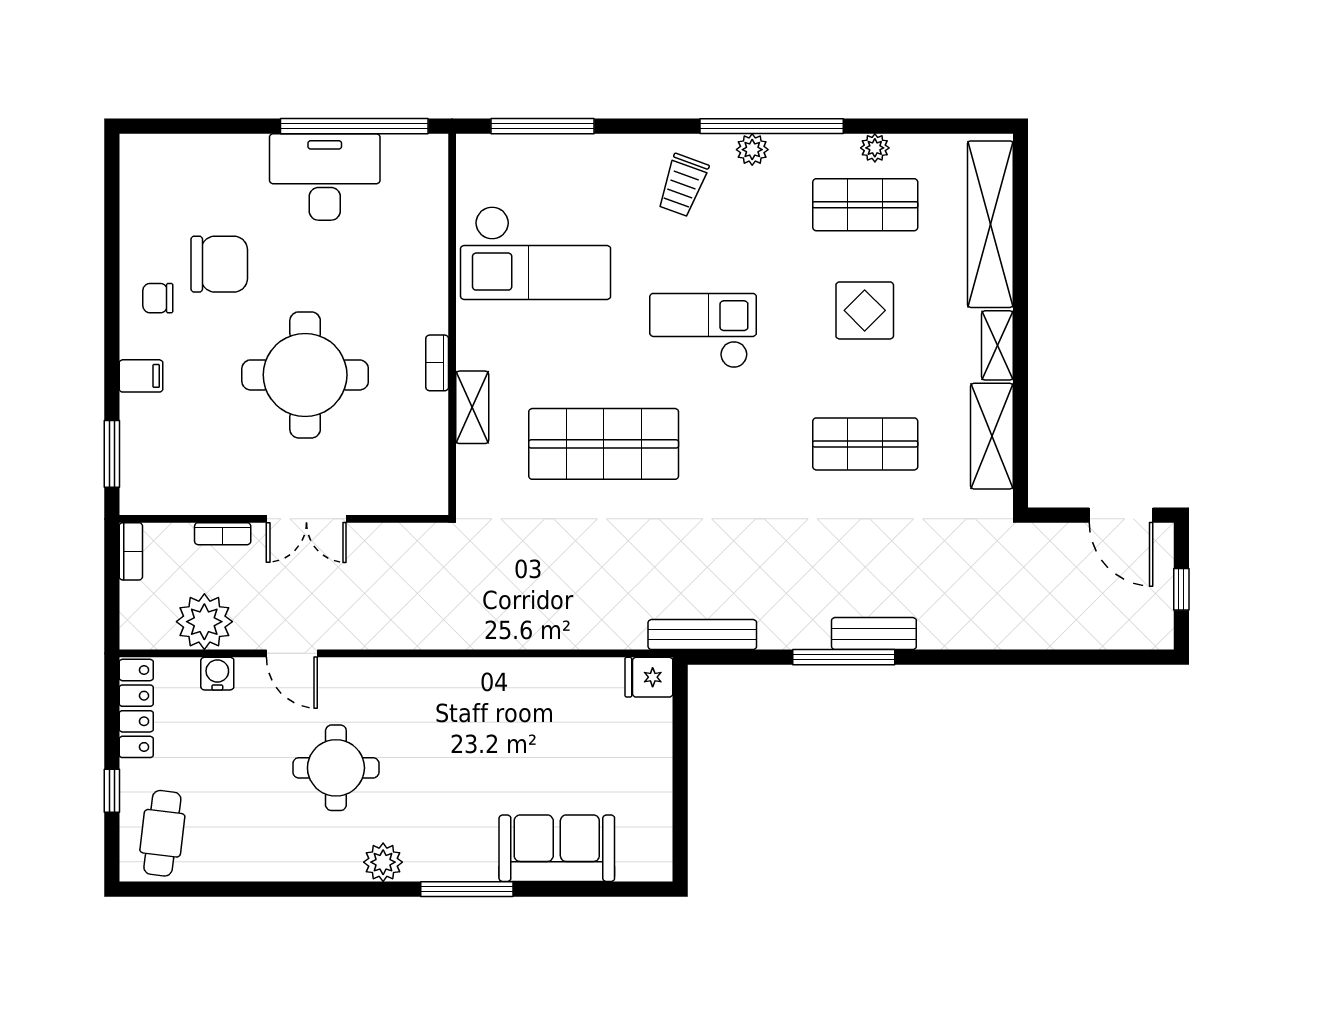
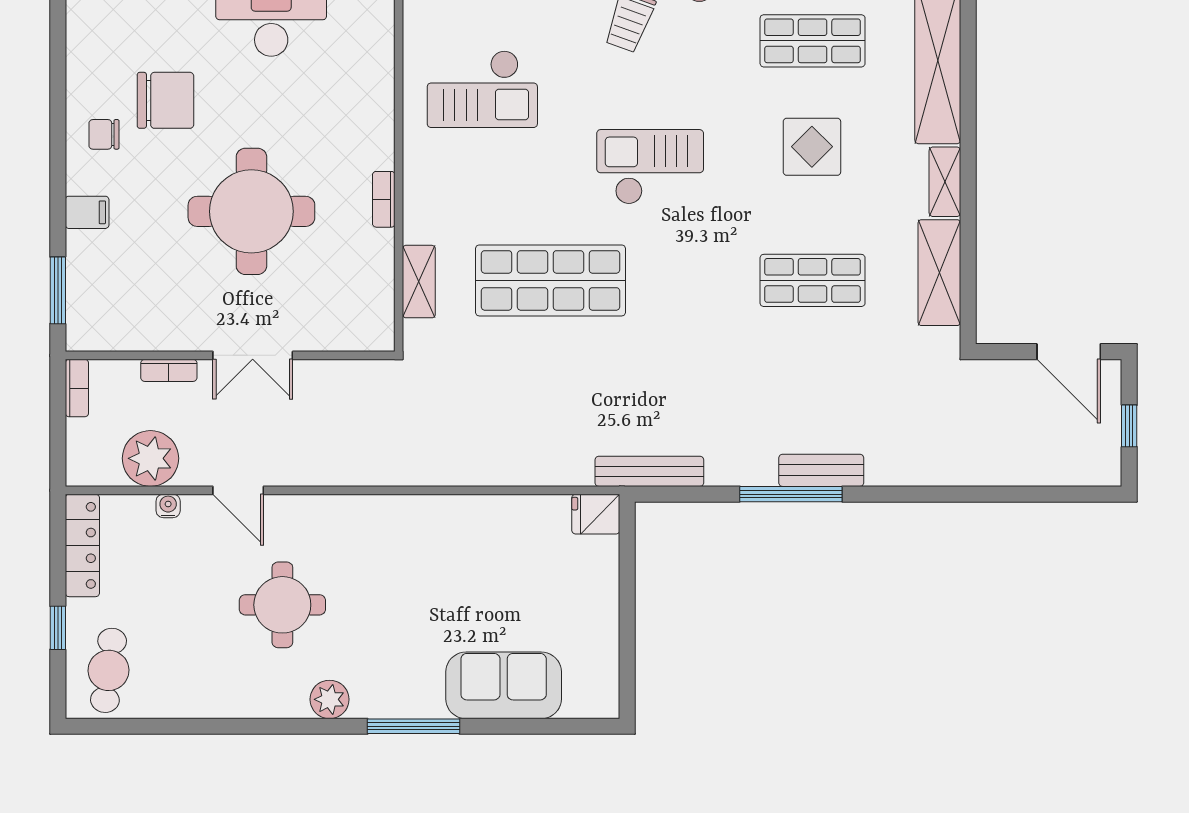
checkout: (536, 253) -> (482, 89), width x0.73, depth x0.83
shelving: (472, 407) -> (419, 282), moved
water cooler: (217, 674) -> (168, 506), width x0.72, depth x0.72

